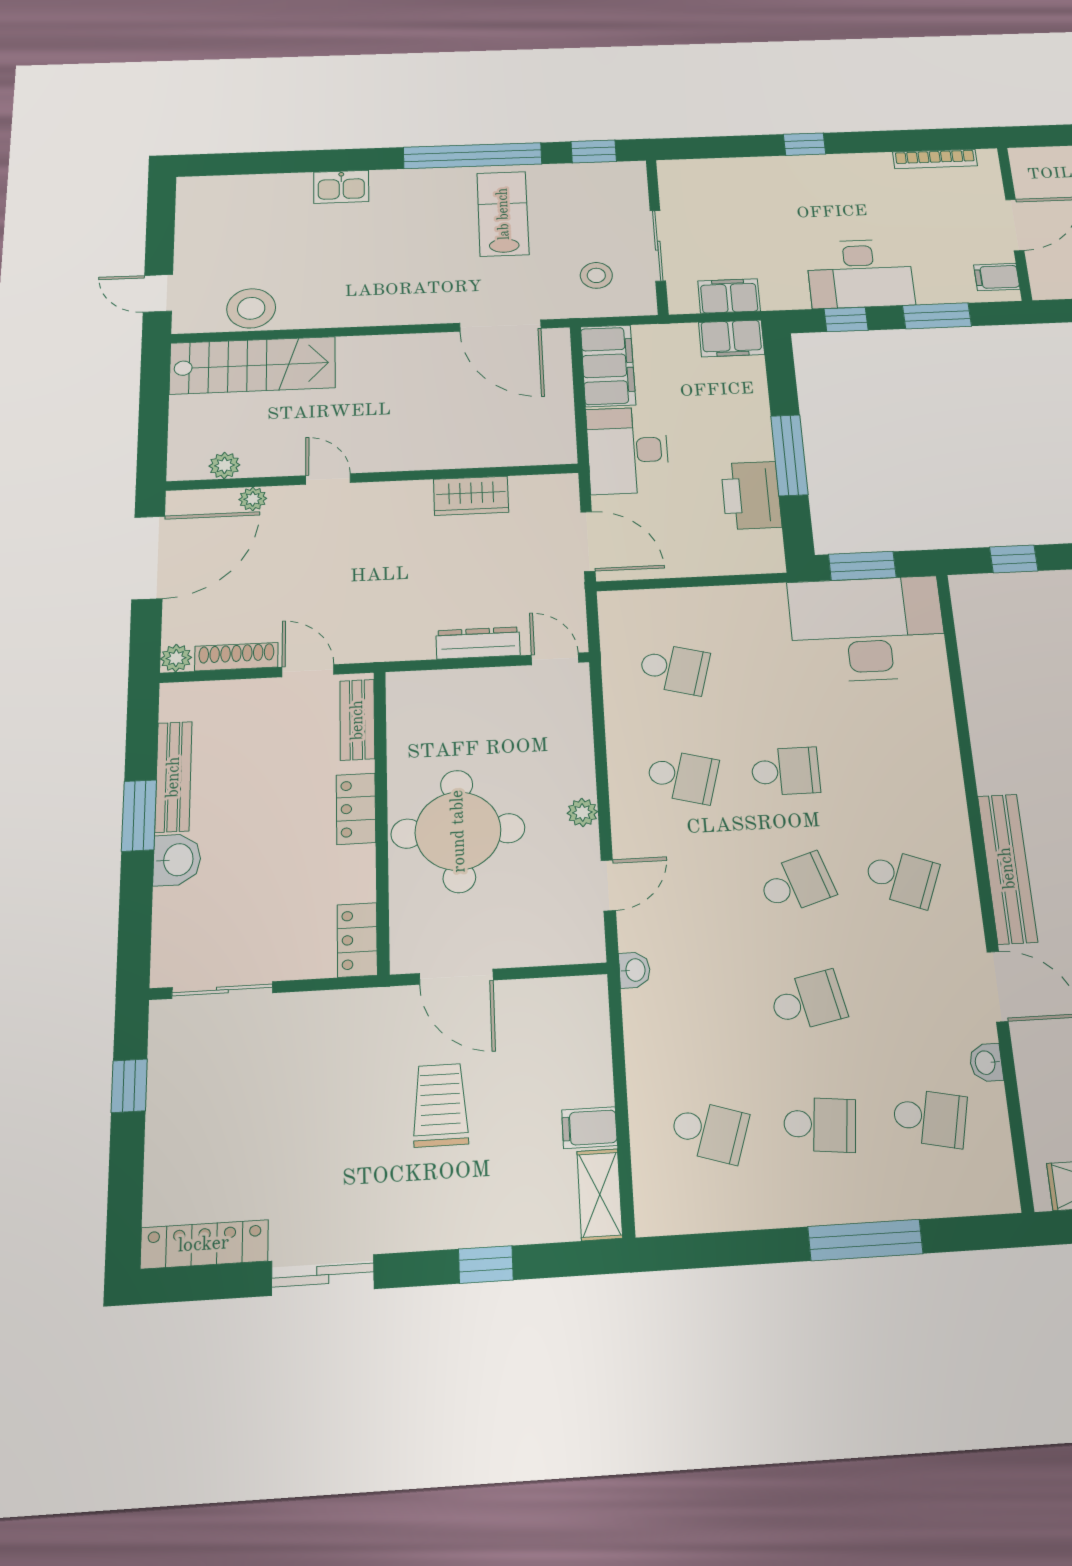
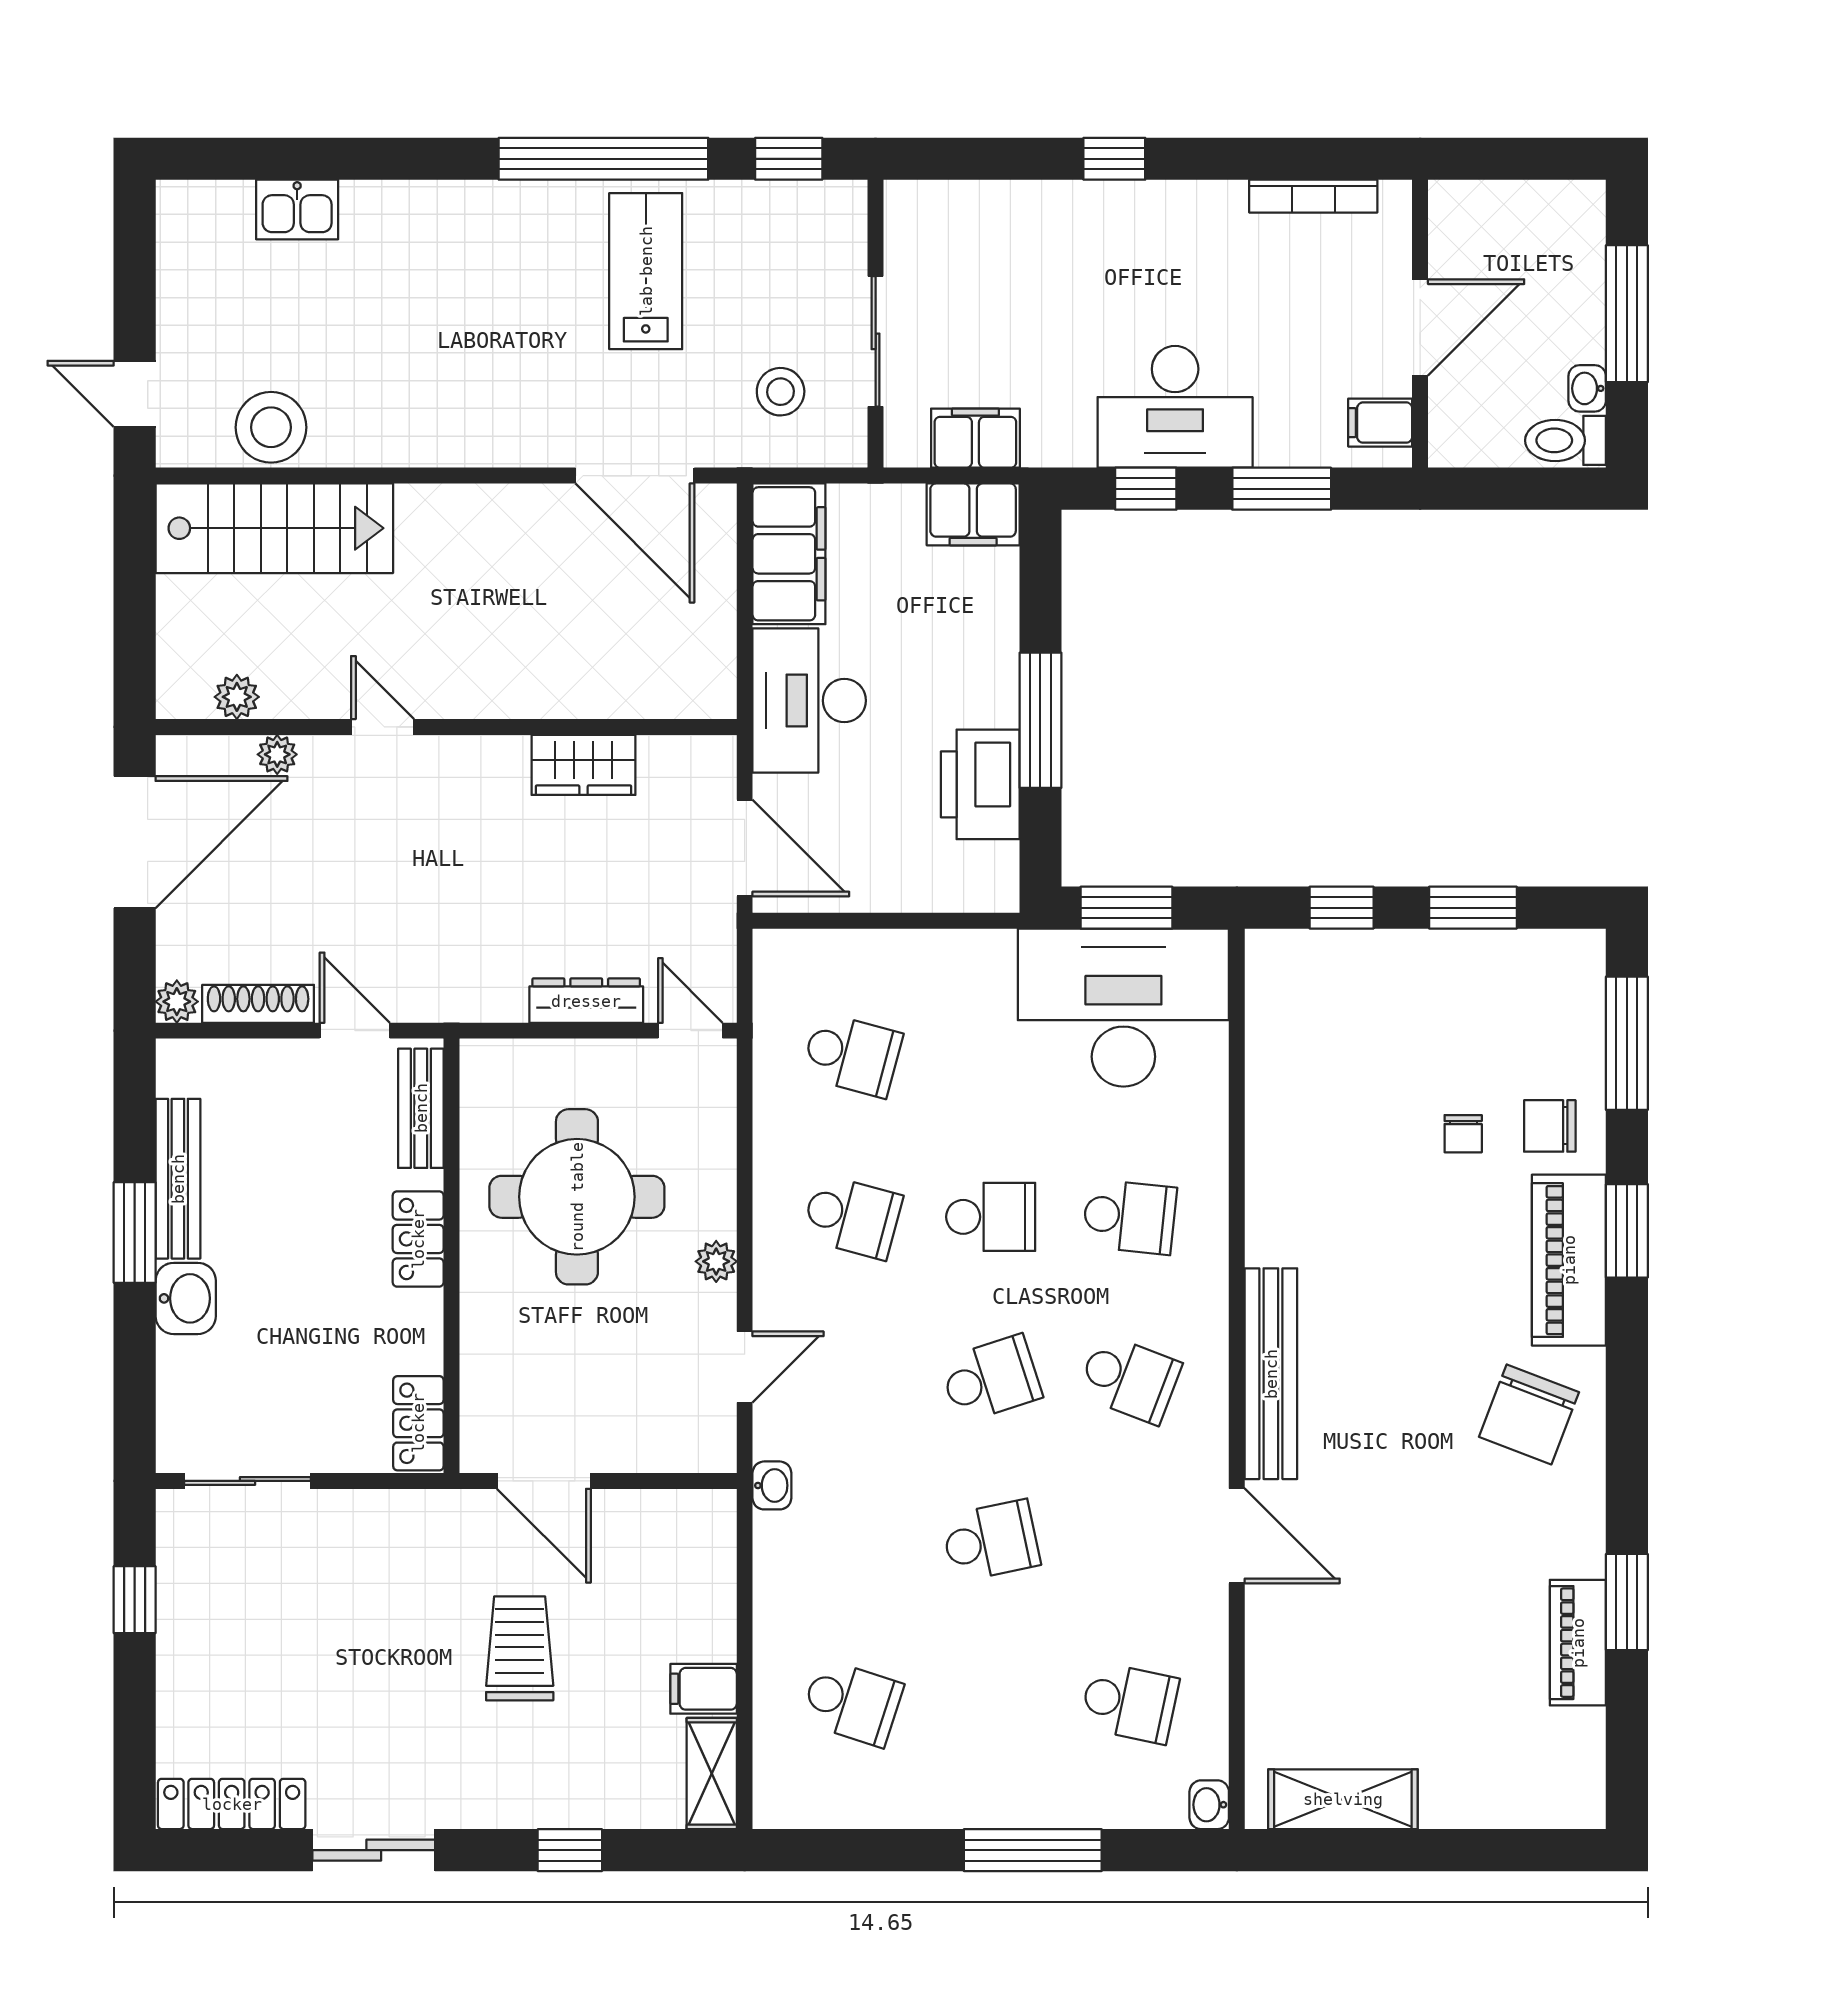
kitchen sink: (341, 187) -> (297, 210), moved
round table: (458, 831) -> (577, 1197), moved
washbasin: (986, 1063) -> (1209, 1805), moved
school desk: (820, 1125) -> (1129, 1217), moved

